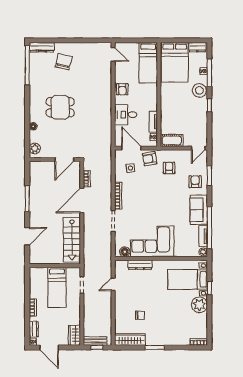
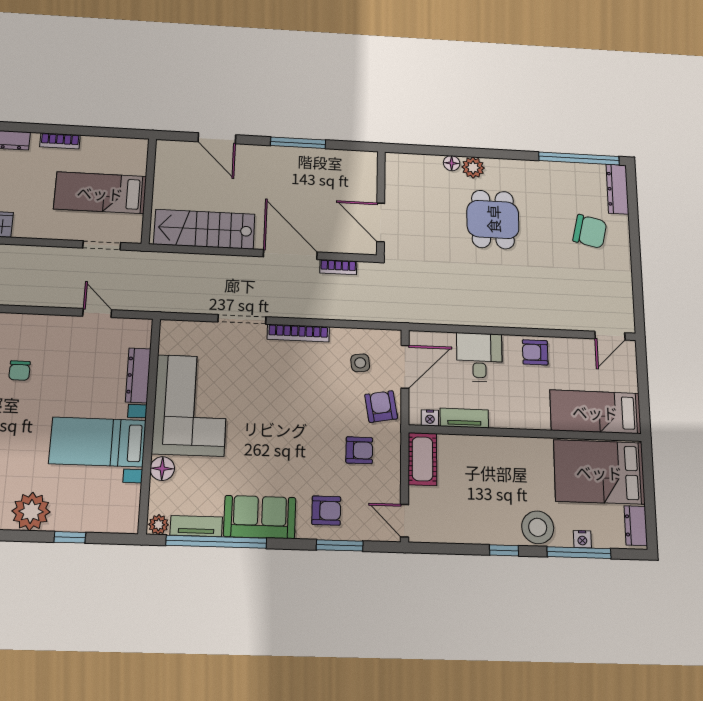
plant: (35, 148) -> (473, 167), moved
floor lamp: (125, 252) -> (162, 469), moved
bed with nightstands: (188, 279) -> (98, 442), moved, turned -90

